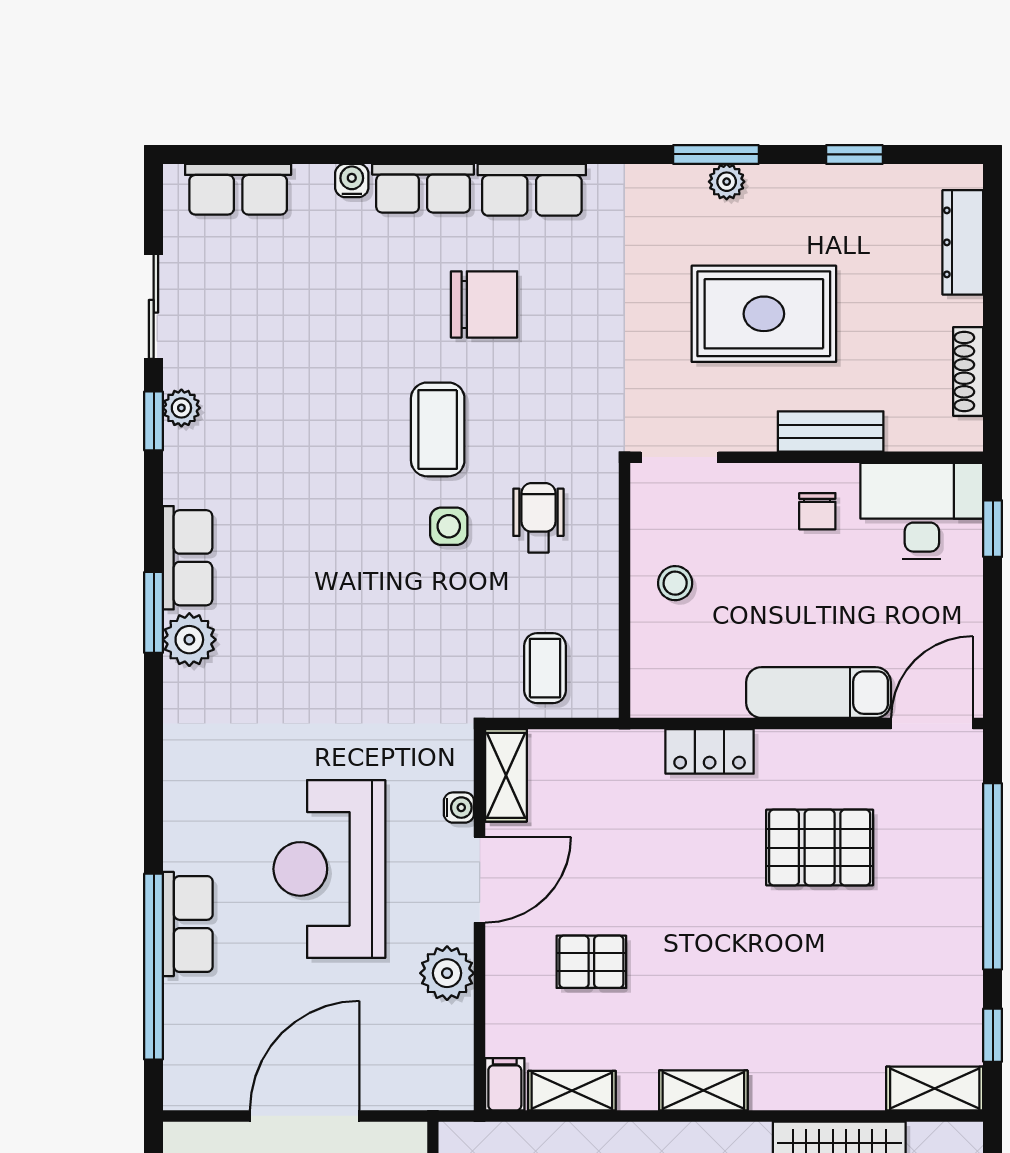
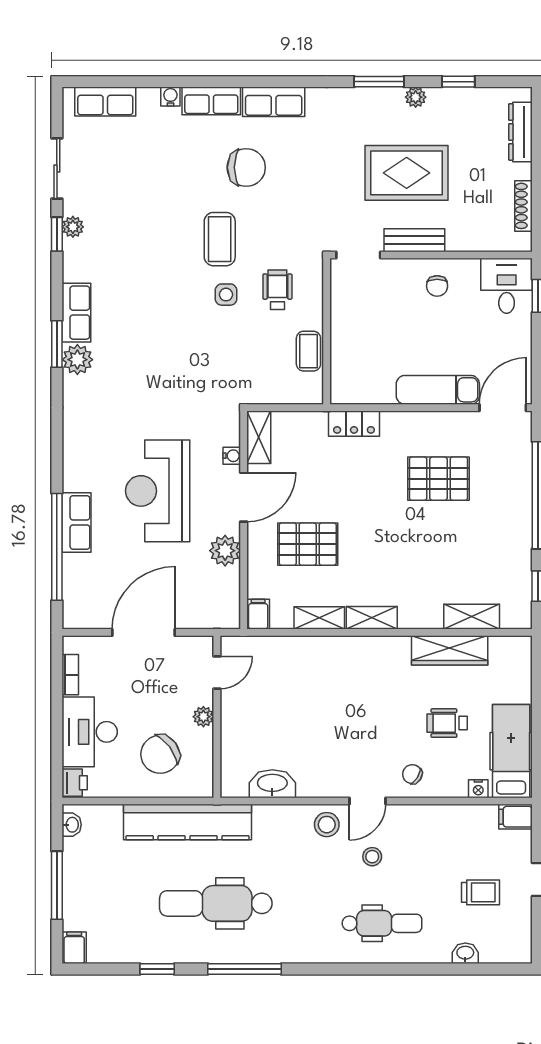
plant: (727, 182) -> (416, 97), moved
bench: (831, 431) -> (414, 240), moved
desk: (922, 511) -> (507, 286), width x0.73
stool: (675, 583) -> (356, 327), removed
coffee table: (545, 668) -> (308, 351), moved
locker: (710, 751) -> (354, 424), moved
pallet: (591, 962) -> (308, 544), width x1.50, depth x1.42
shelving: (935, 1088) -> (472, 617), moved
shelving: (572, 1091) -> (319, 618), moved

